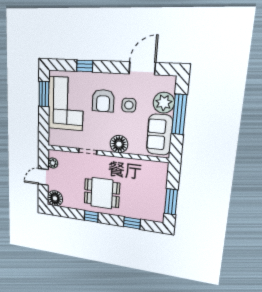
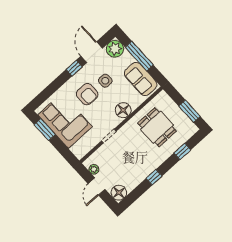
window: (85, 66) -> (74, 68), moved
plant: (164, 103) -> (115, 49), moved
dining table: (102, 193) -> (157, 127), moved, turned 90

